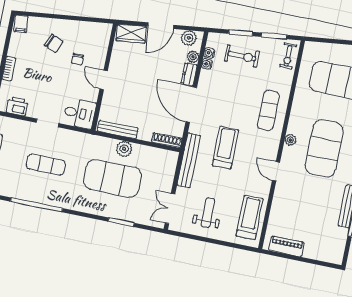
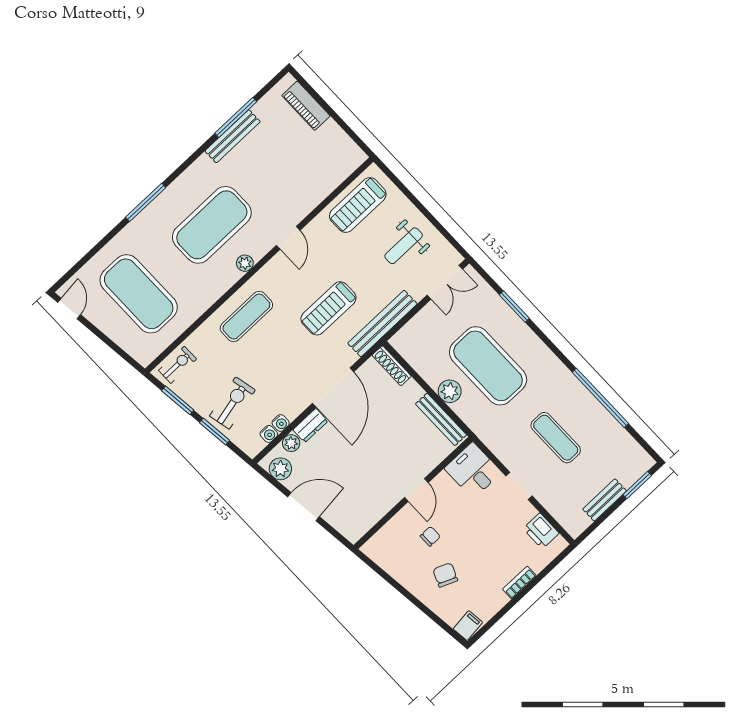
wardrobe: (131, 34) -> (345, 522), removed
exercise bike: (242, 56) -> (232, 403), turned 77
piano: (287, 246) -> (306, 106), moved

